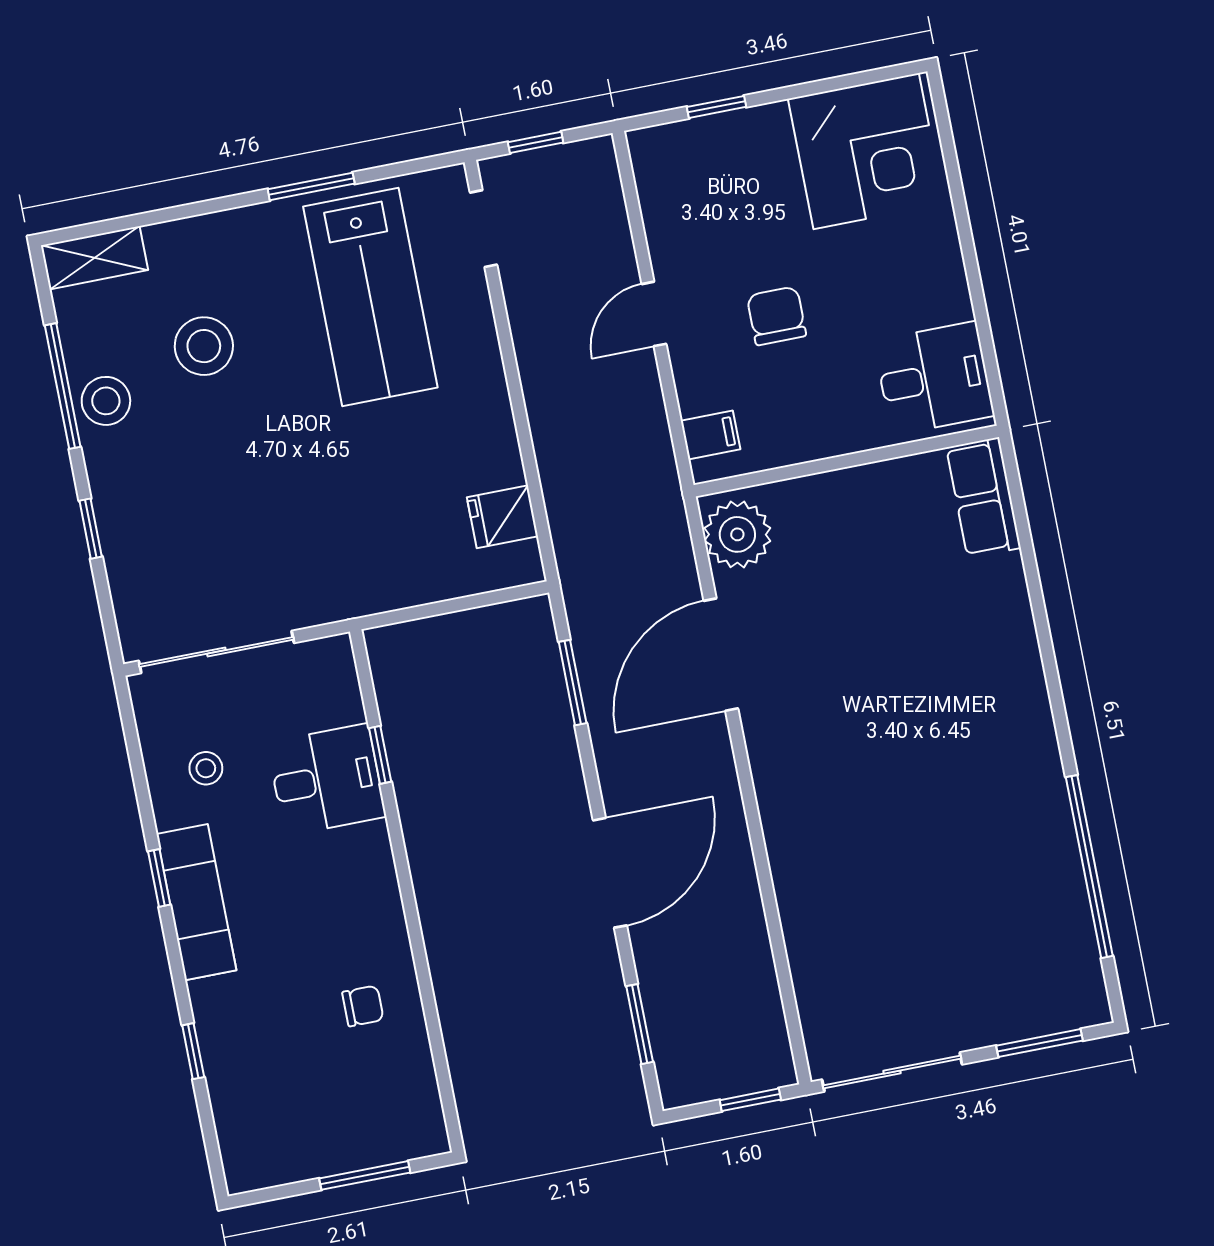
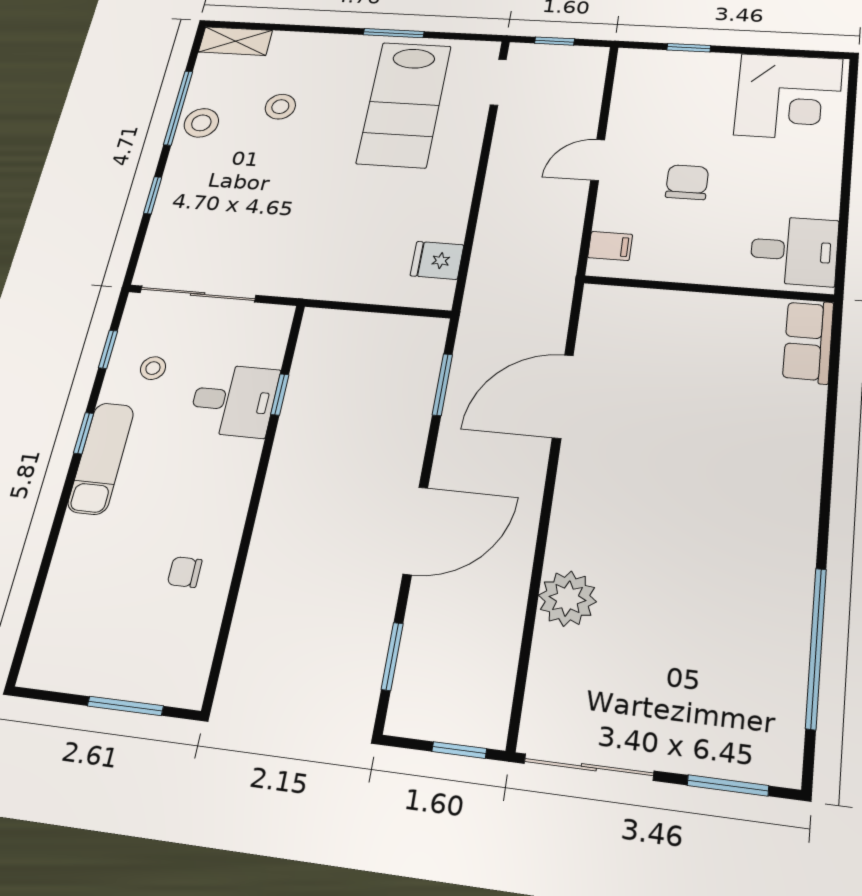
stool: (204, 346) -> (280, 107), width x0.73, depth x0.73
plant: (737, 534) -> (567, 599), moved
chair: (363, 1006) -> (185, 572), turned 180
window: (193, 1051) -> (108, 349), moved

